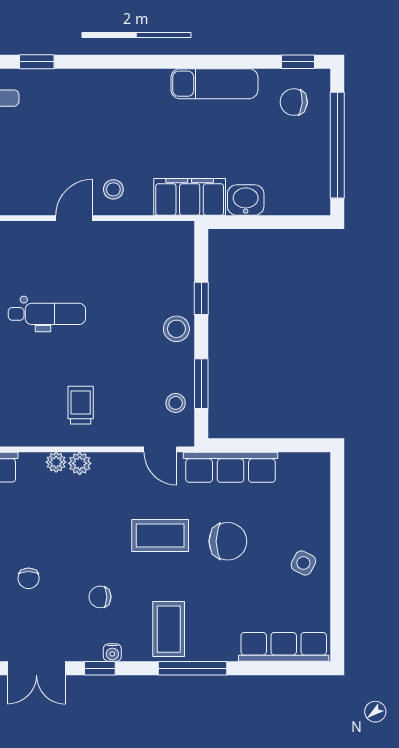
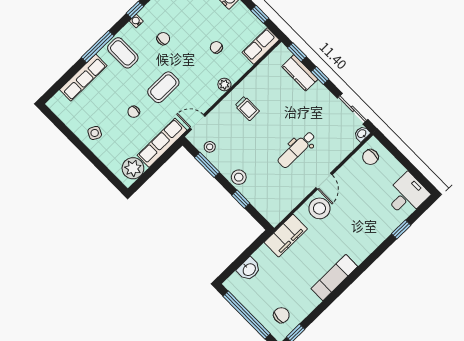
exam couch: (214, 84) -> (334, 278), moved
stool: (113, 189) -> (319, 208), width x1.89, depth x1.89
washbasin: (246, 200) -> (249, 269), moved
dental chair: (47, 314) -> (296, 150), moved
plant: (56, 462) -> (133, 168), moved, width x1.87, depth x1.87
chair: (228, 541) -> (134, 112), width x0.54, depth x0.54
chair: (29, 578) -> (216, 47), moved
row of seats: (284, 647) -> (83, 78), moved

